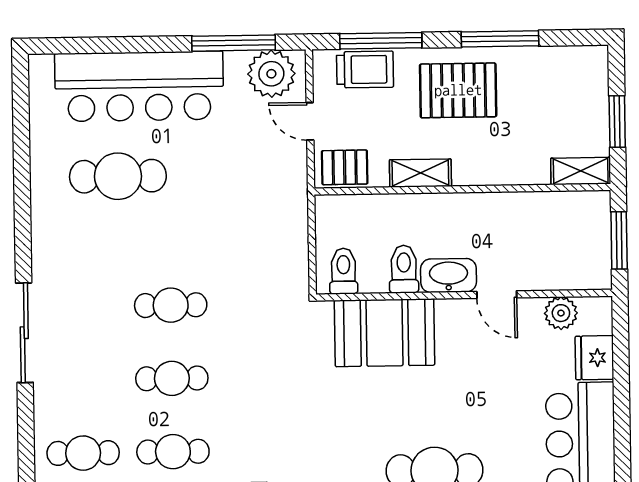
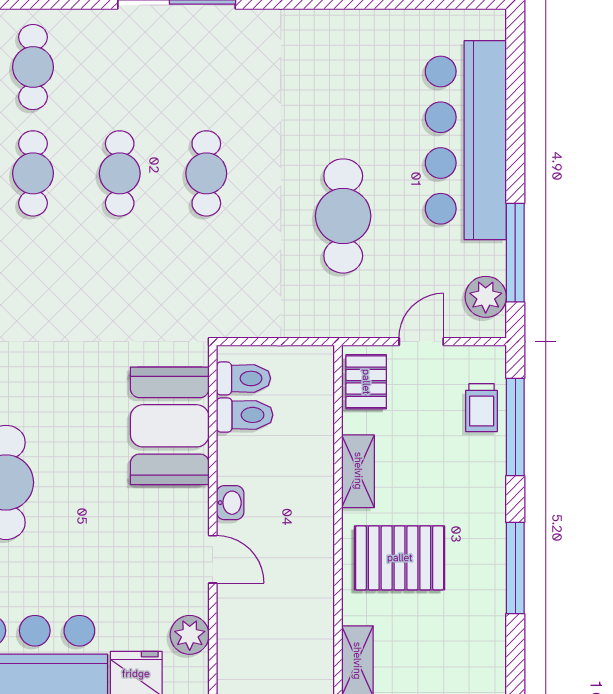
trolley: (365, 69) -> (482, 408), width x0.73, depth x0.72
plant: (271, 74) -> (486, 297), width x0.73, depth x0.73
pallet: (458, 90) -> (400, 558), moved, turned 90
cafe table: (118, 176) -> (343, 216), moved
toilet: (404, 269) -> (245, 415), moved
washbasin: (449, 275) -> (230, 503), width x0.52, depth x0.69
door: (497, 295) -> (213, 559), swing flipped

